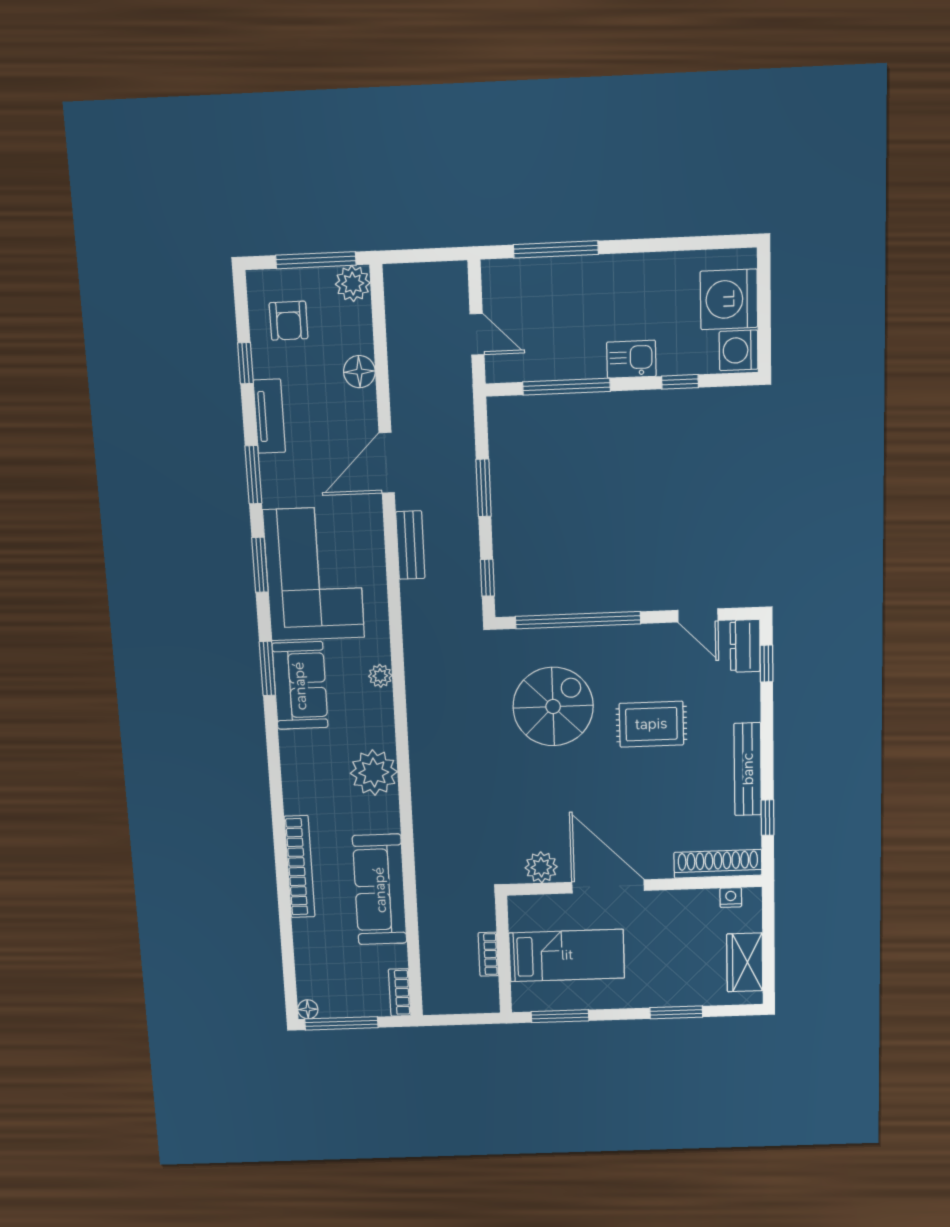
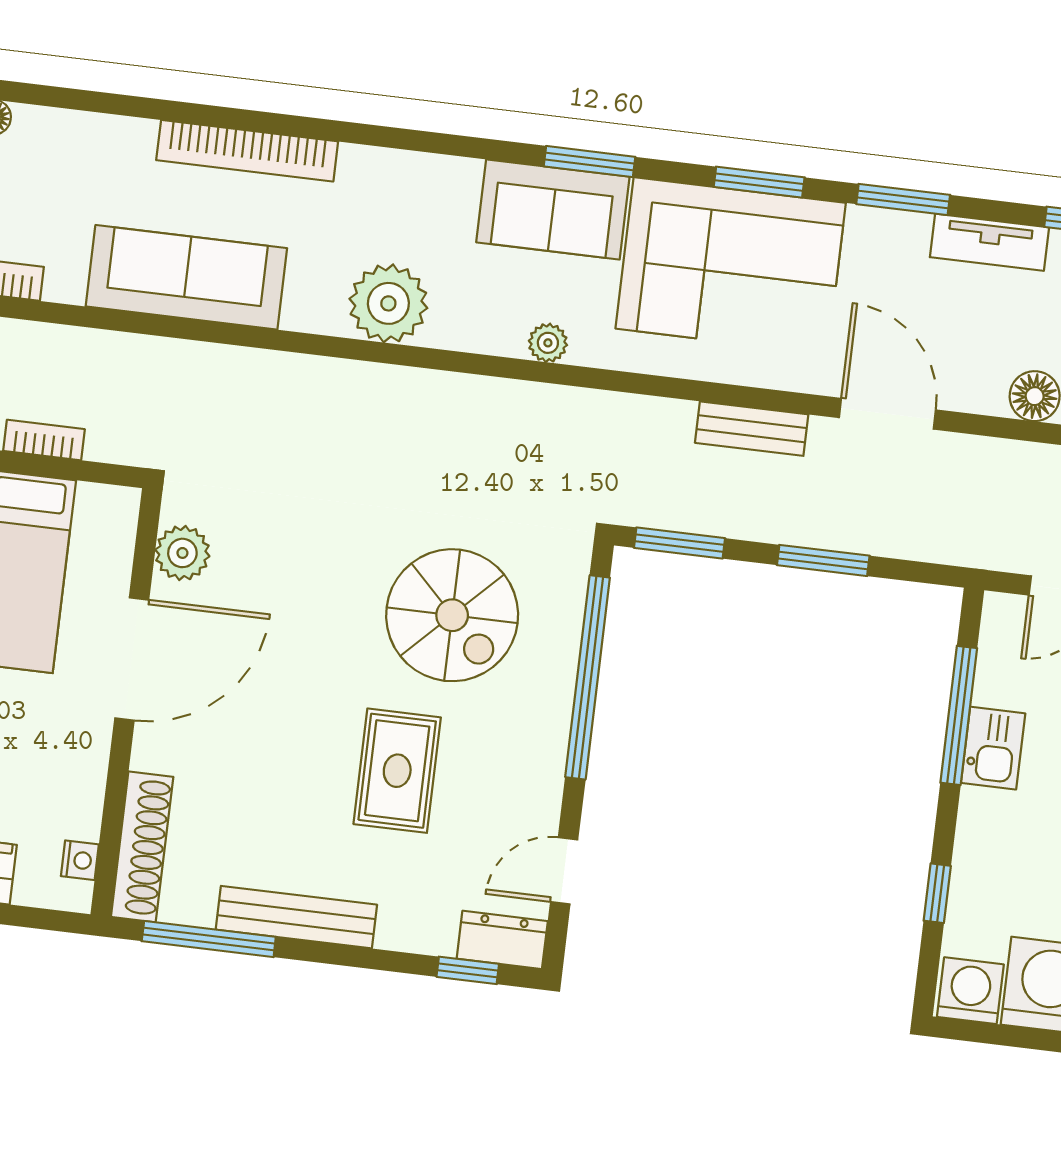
kitchen sink: (631, 359) -> (993, 748), moved
window: (487, 578) -> (680, 543), width x1.50
window: (768, 818) -> (209, 939), width x2.17

